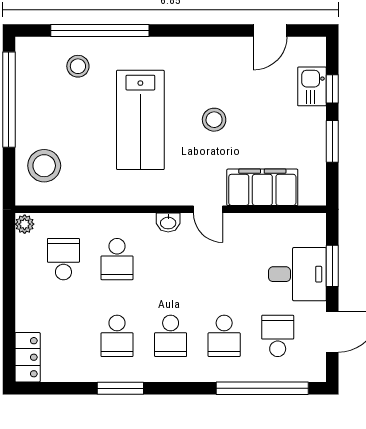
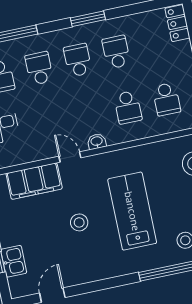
school desk: (117, 259) -> (128, 107), turned 180
window: (120, 388) -> (88, 19), moved

